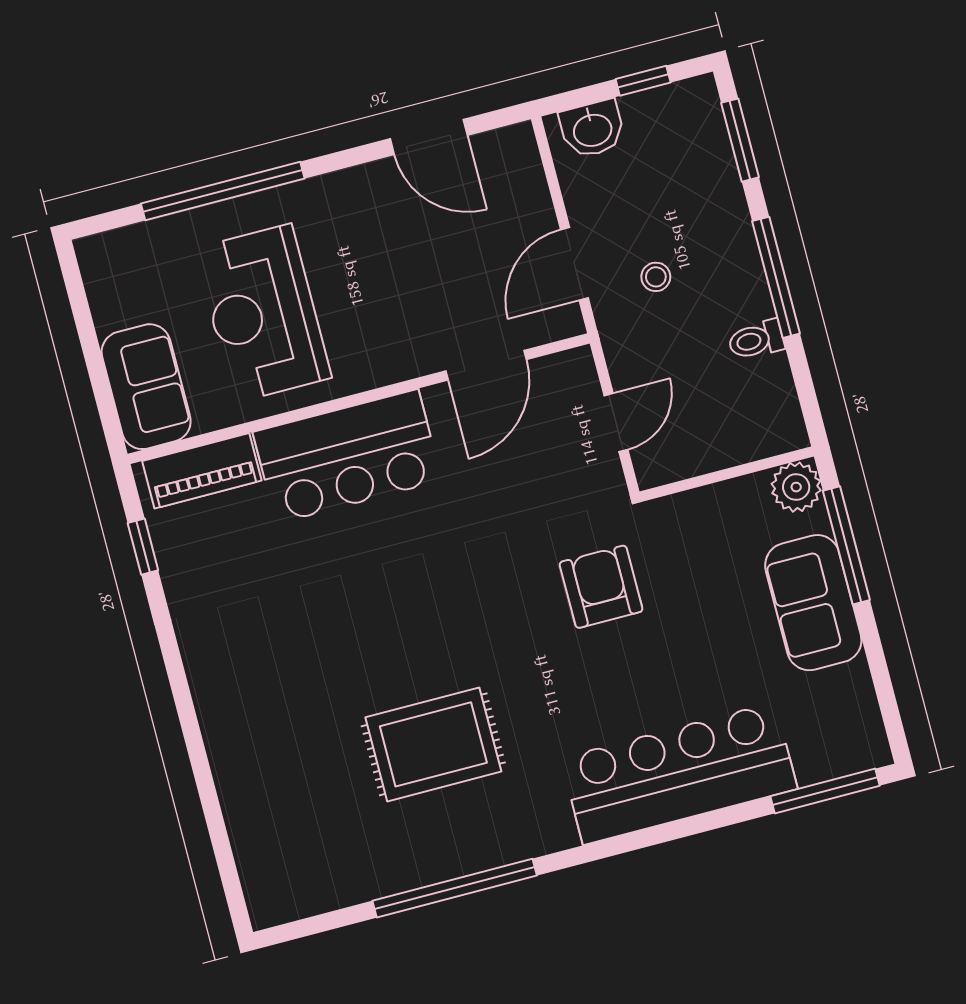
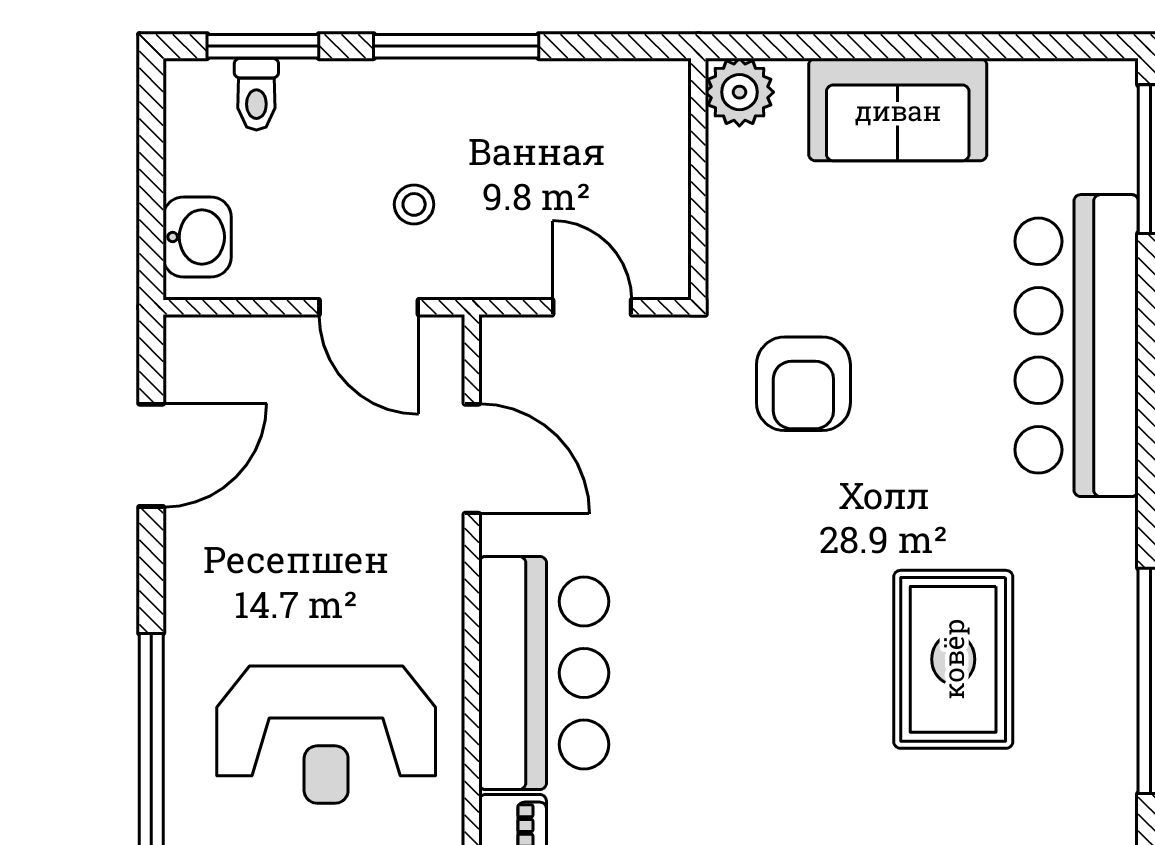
window: (643, 81) -> (151, 153), removed
toilet: (756, 340) -> (256, 94), moved
window: (846, 545) -> (834, 46), removed
armchair: (601, 587) -> (803, 384), turned -90

